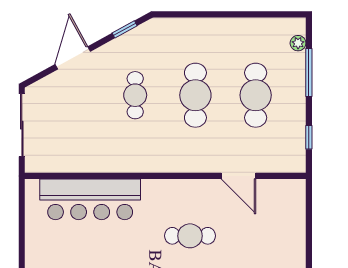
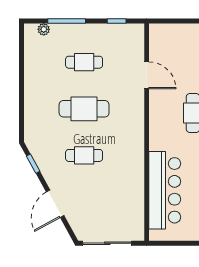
door: (73, 58) -> (55, 204), hinge flipped
cafe table: (256, 95) -> (84, 62), width x0.73, depth x0.74
door: (239, 176) -> (147, 75), hinge flipped

